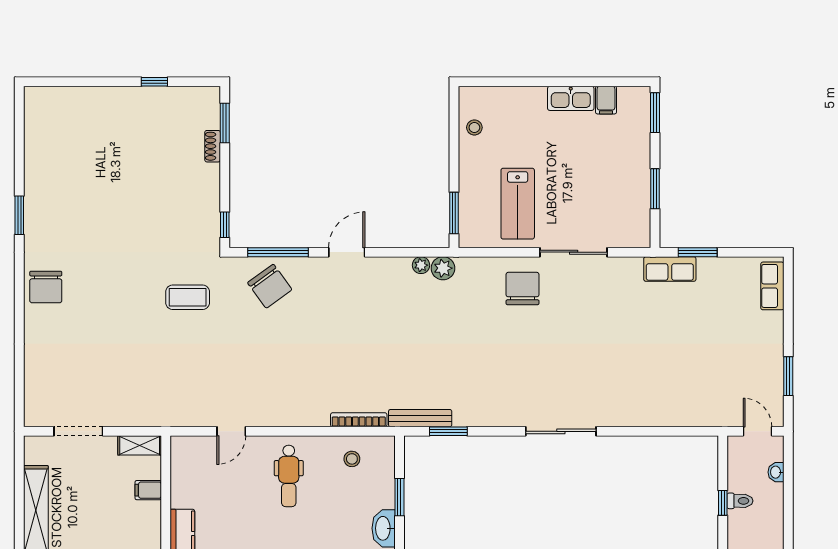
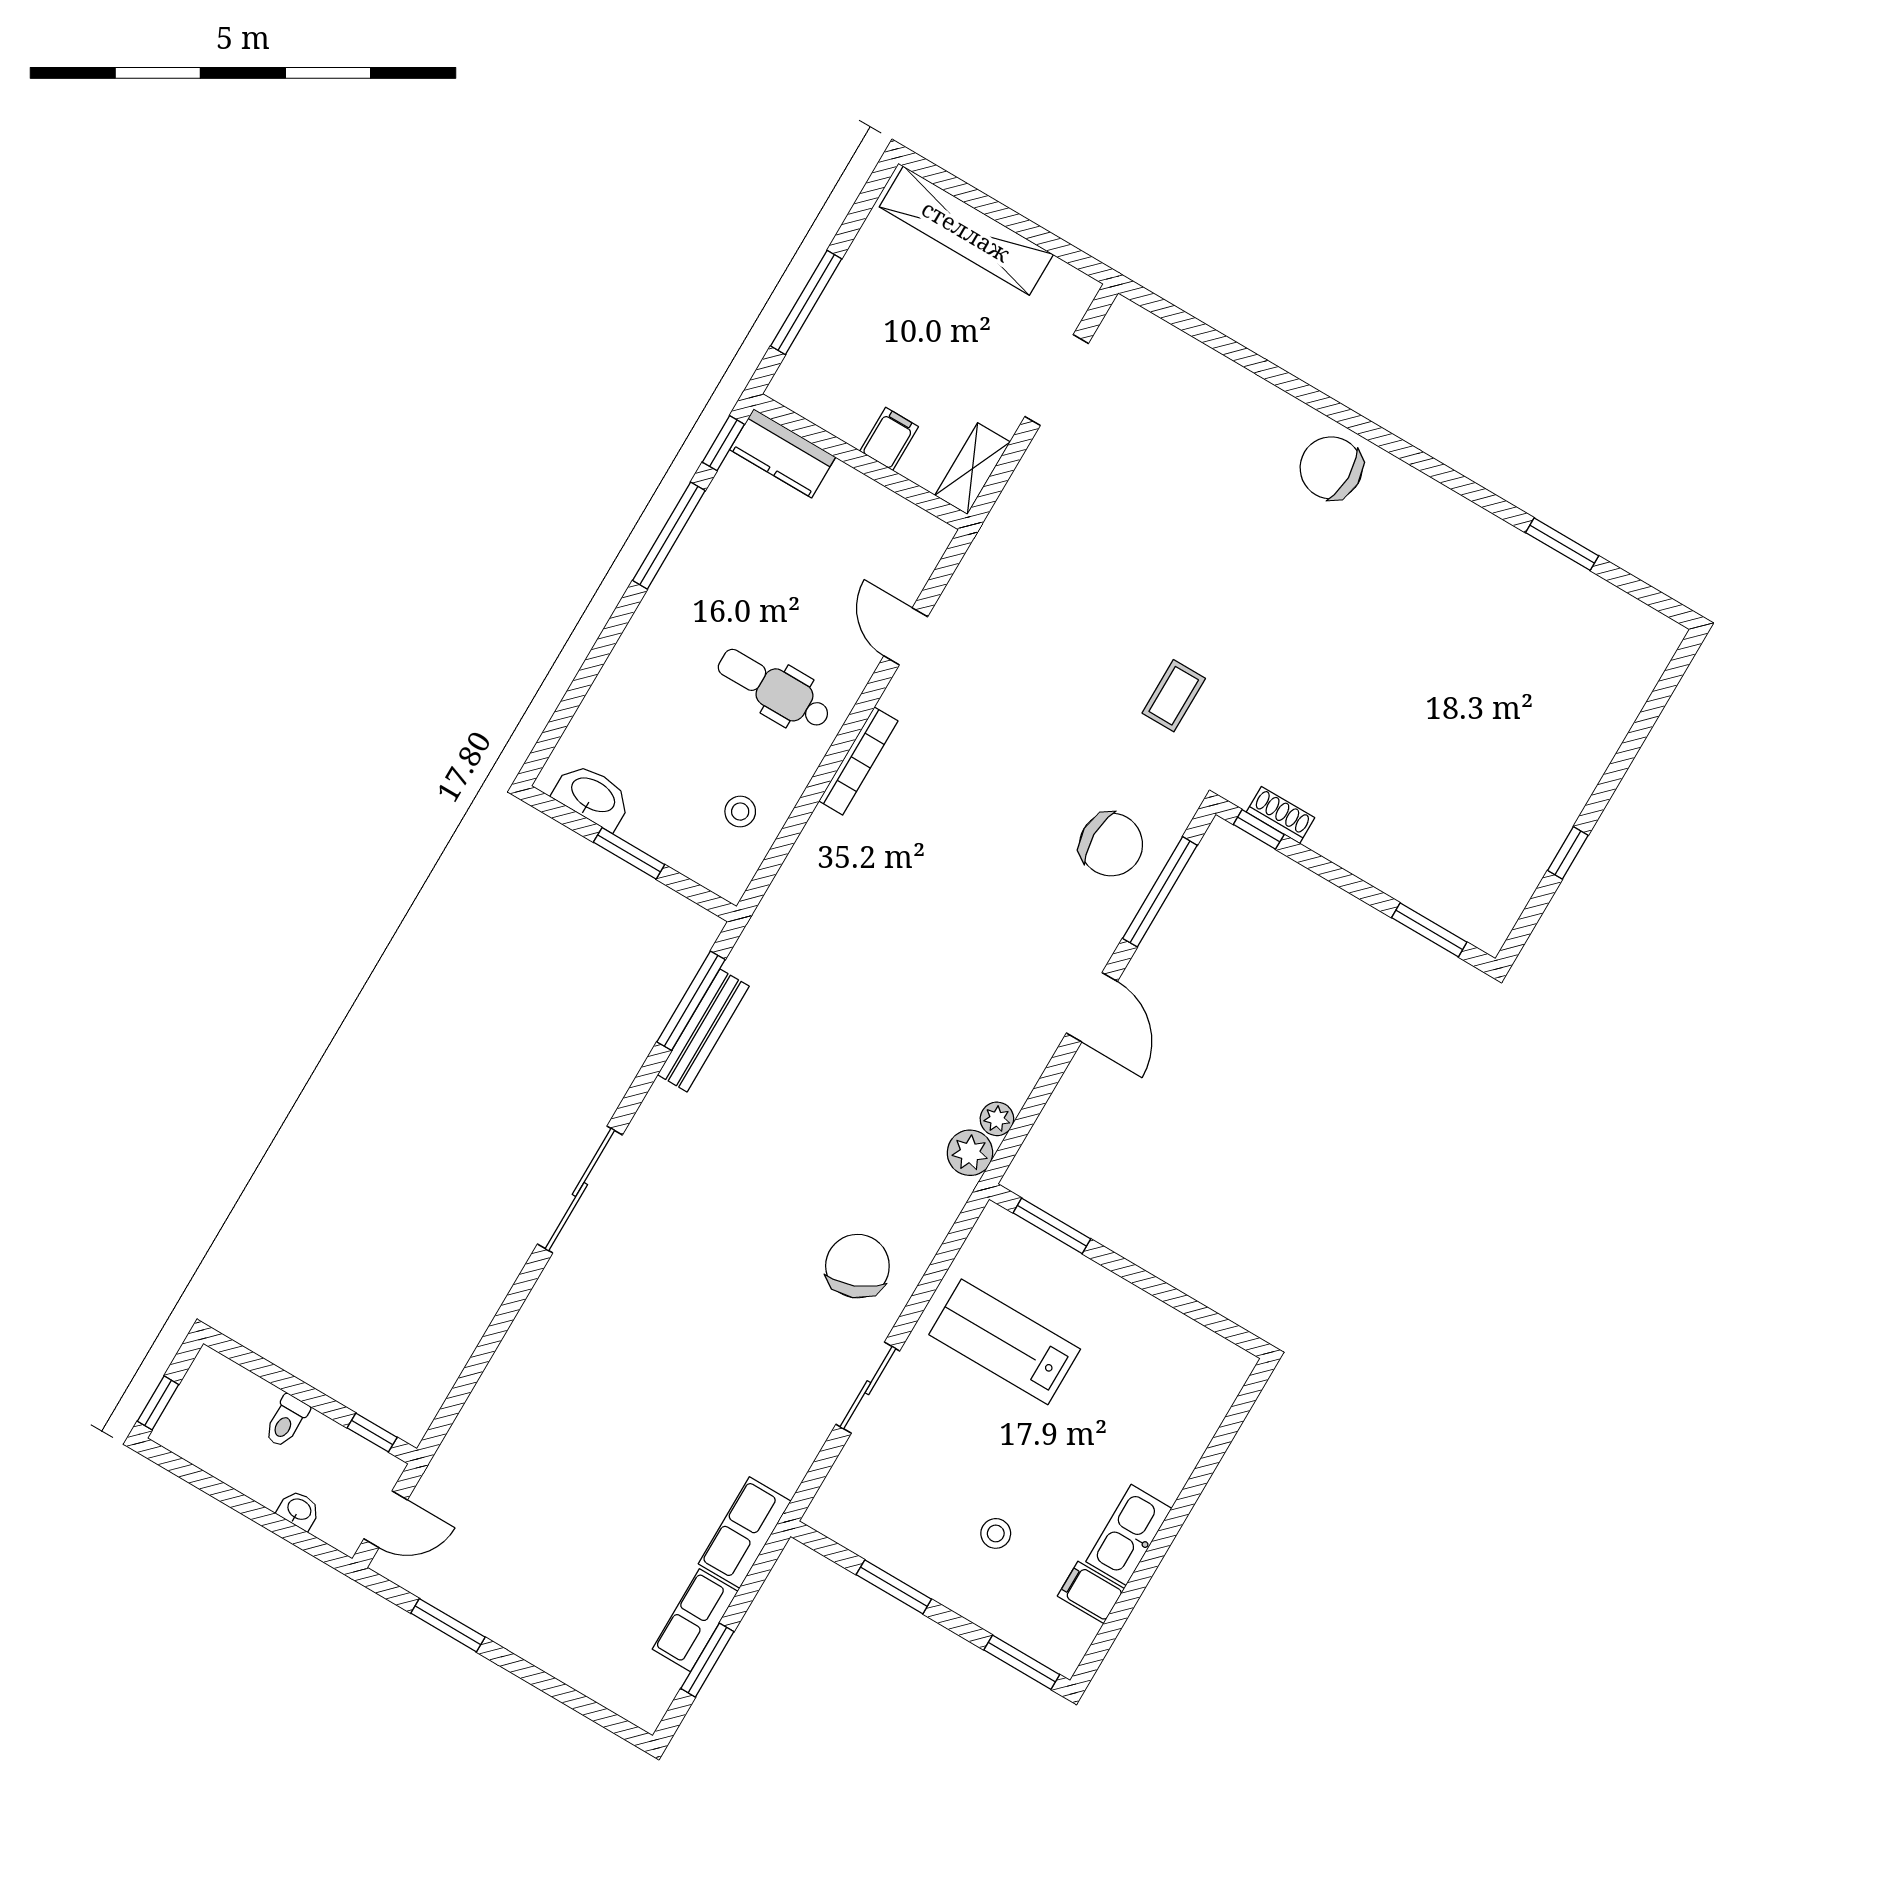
stool: (474, 127) -> (996, 1533), moved
shoe rack: (213, 146) -> (1281, 815), moved
window: (19, 215) -> (1562, 544), moved
sliding door: (574, 252) -> (868, 1388), width x0.73
window: (698, 252) -> (707, 1660), moved
chair: (270, 286) -> (1111, 844), turned -144
row of seats: (772, 286) -> (695, 1620), moved, turned -90
chair: (523, 288) -> (857, 1266), turned -112
coffee table: (188, 297) -> (1174, 696), width x0.73, depth x0.77
bench: (420, 418) -> (703, 1030), moved
bookcase: (359, 420) -> (858, 761), moved
window: (448, 431) -> (691, 1001), width x1.44
window: (723, 503) -> (372, 1433), moved

